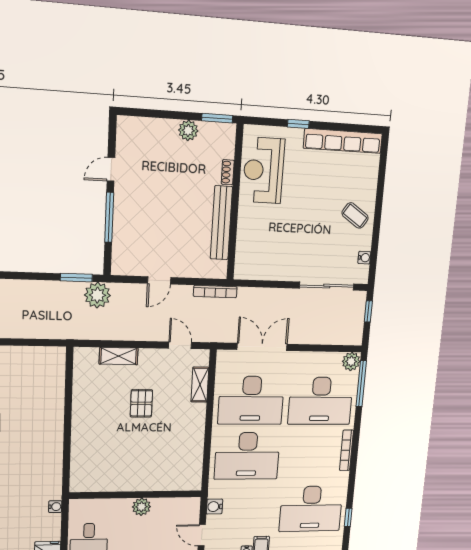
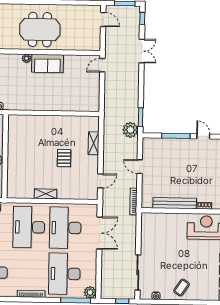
shelving: (200, 385) -> (46, 194), moved
pallet: (141, 403) -> (64, 158), turned 90

